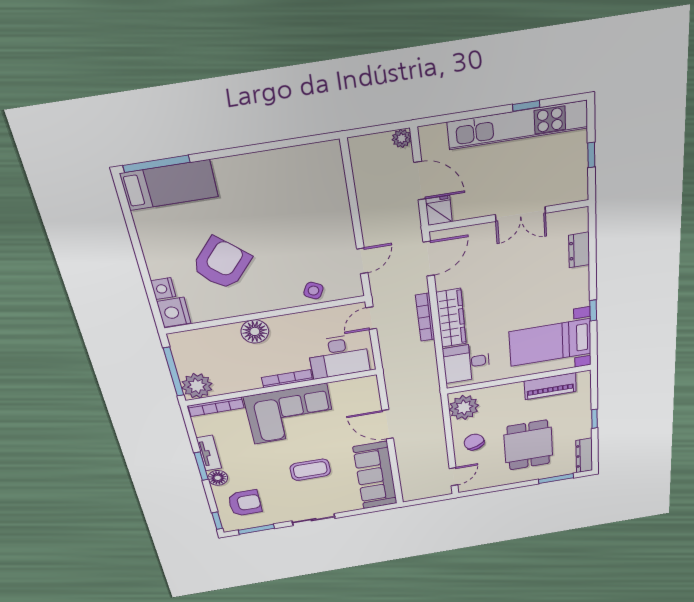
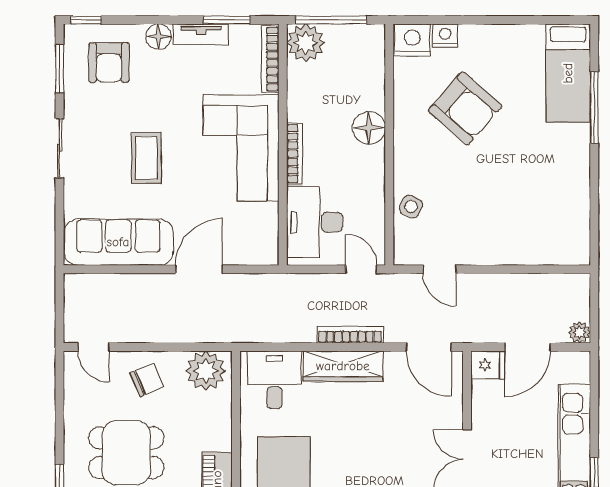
window: (156, 164) -> (594, 108), moved
window: (201, 466) -> (227, 20), moved

